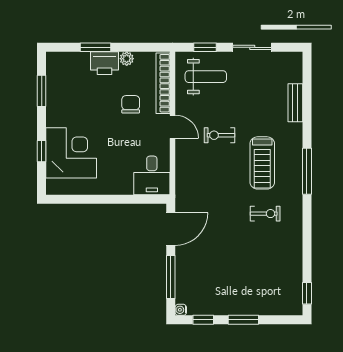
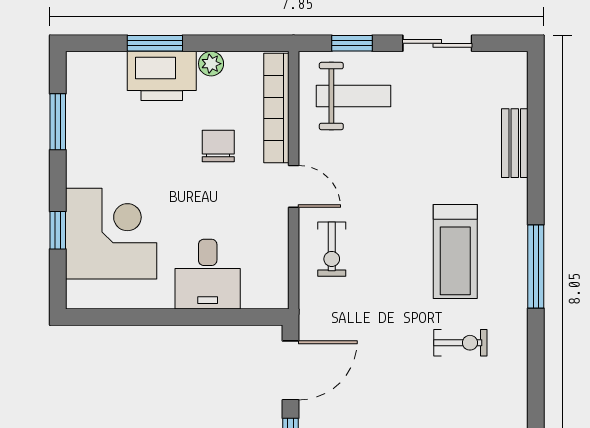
printer: (104, 63) -> (162, 76), width x1.37, depth x1.19
exercise bike: (219, 135) -> (332, 249), moved, turned -90
desk: (152, 175) -> (208, 274), moved

